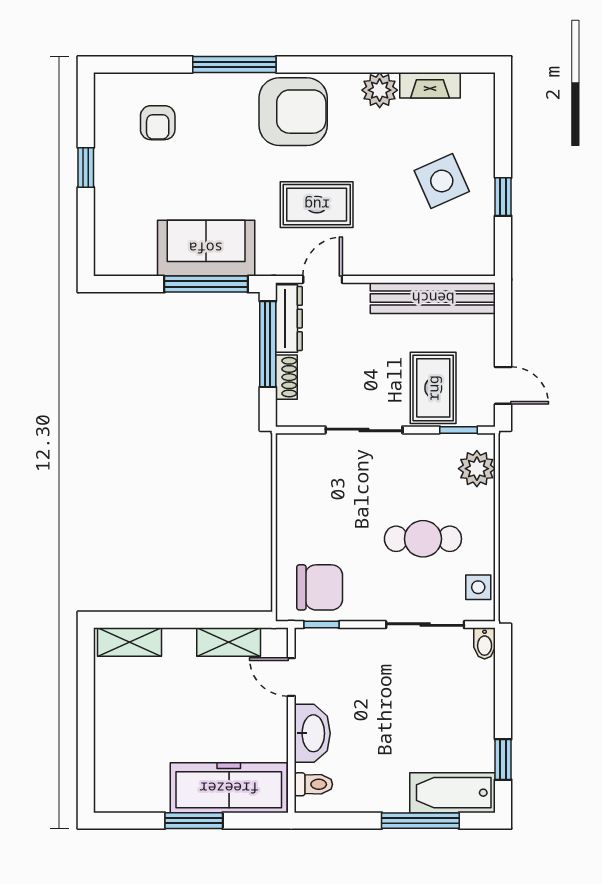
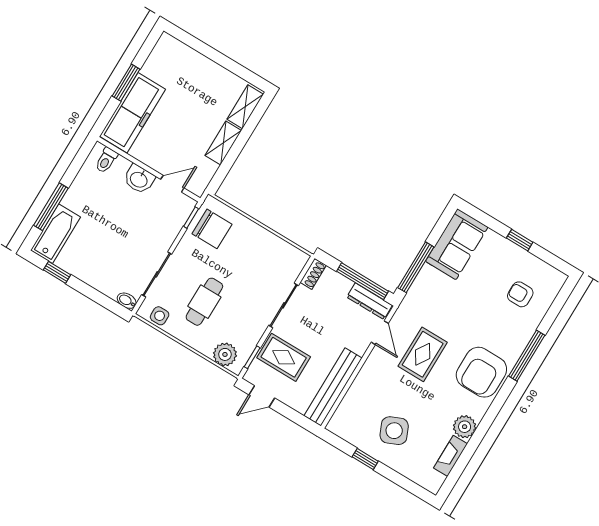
sofa: (206, 248) -> (457, 244), moved
shoe rack: (286, 377) -> (313, 274), moved, turned -90
chair: (320, 587) -> (212, 229), turned -90
shelving: (229, 642) -> (223, 143), moved
washbasin: (312, 733) -> (139, 179), width x0.72

